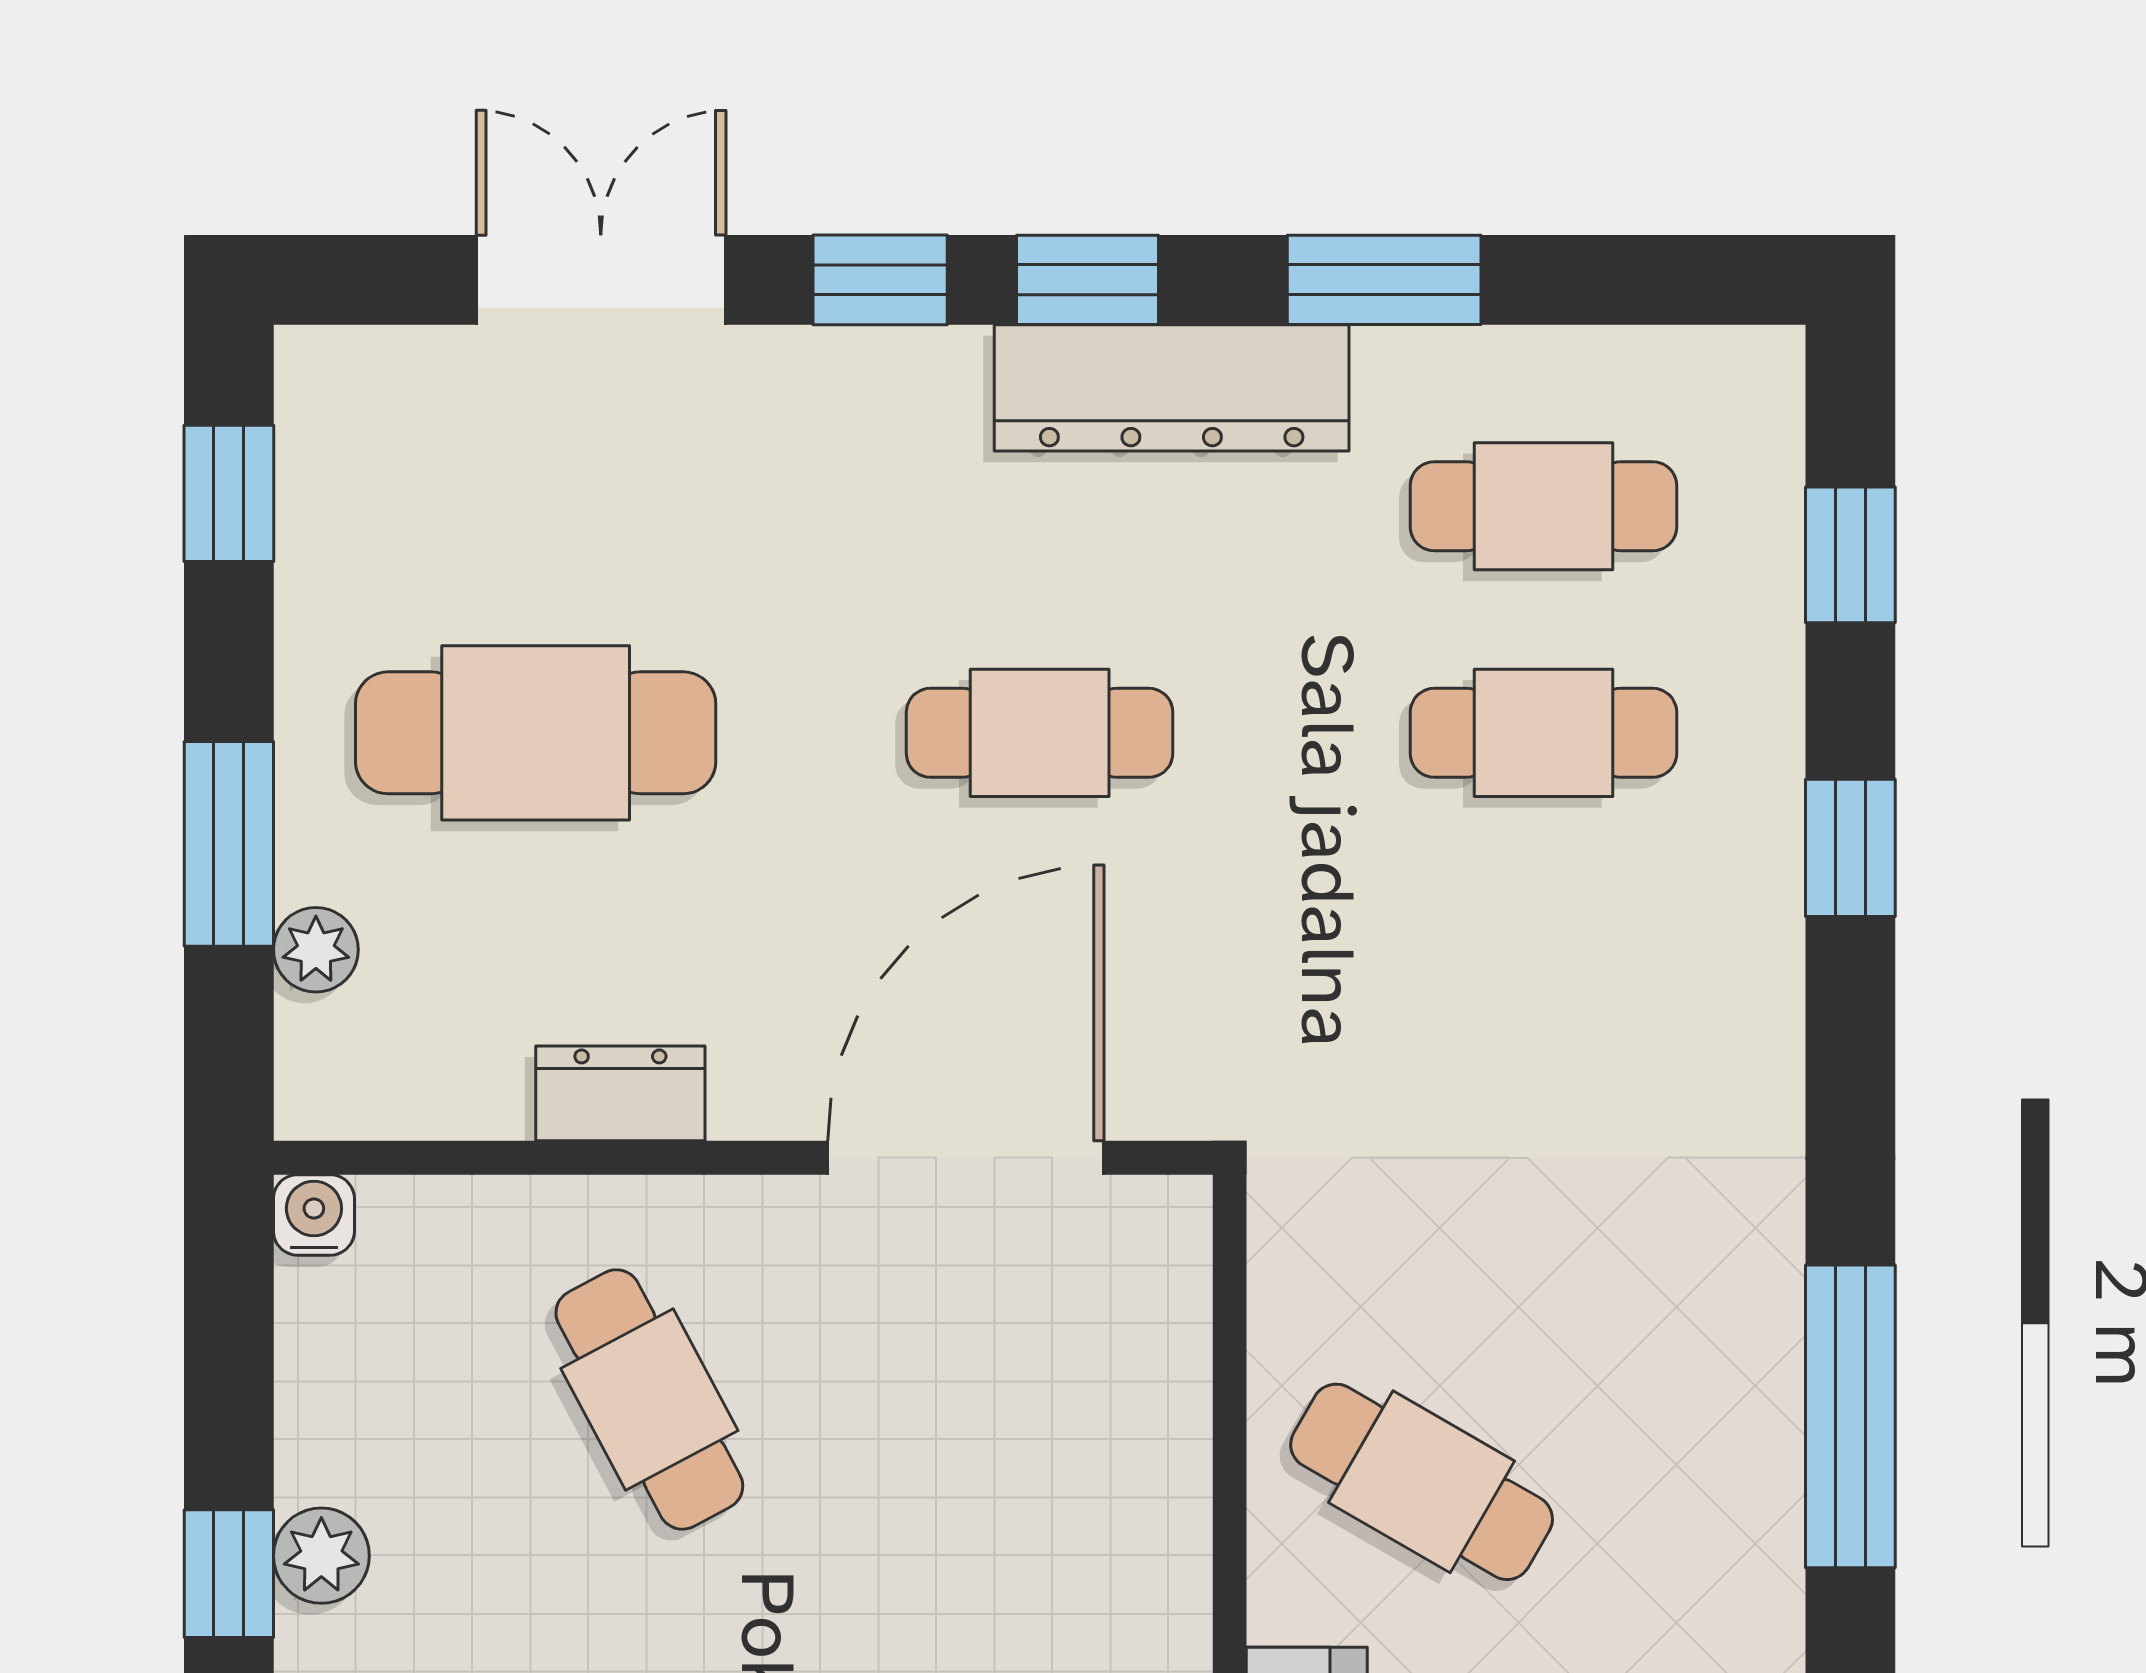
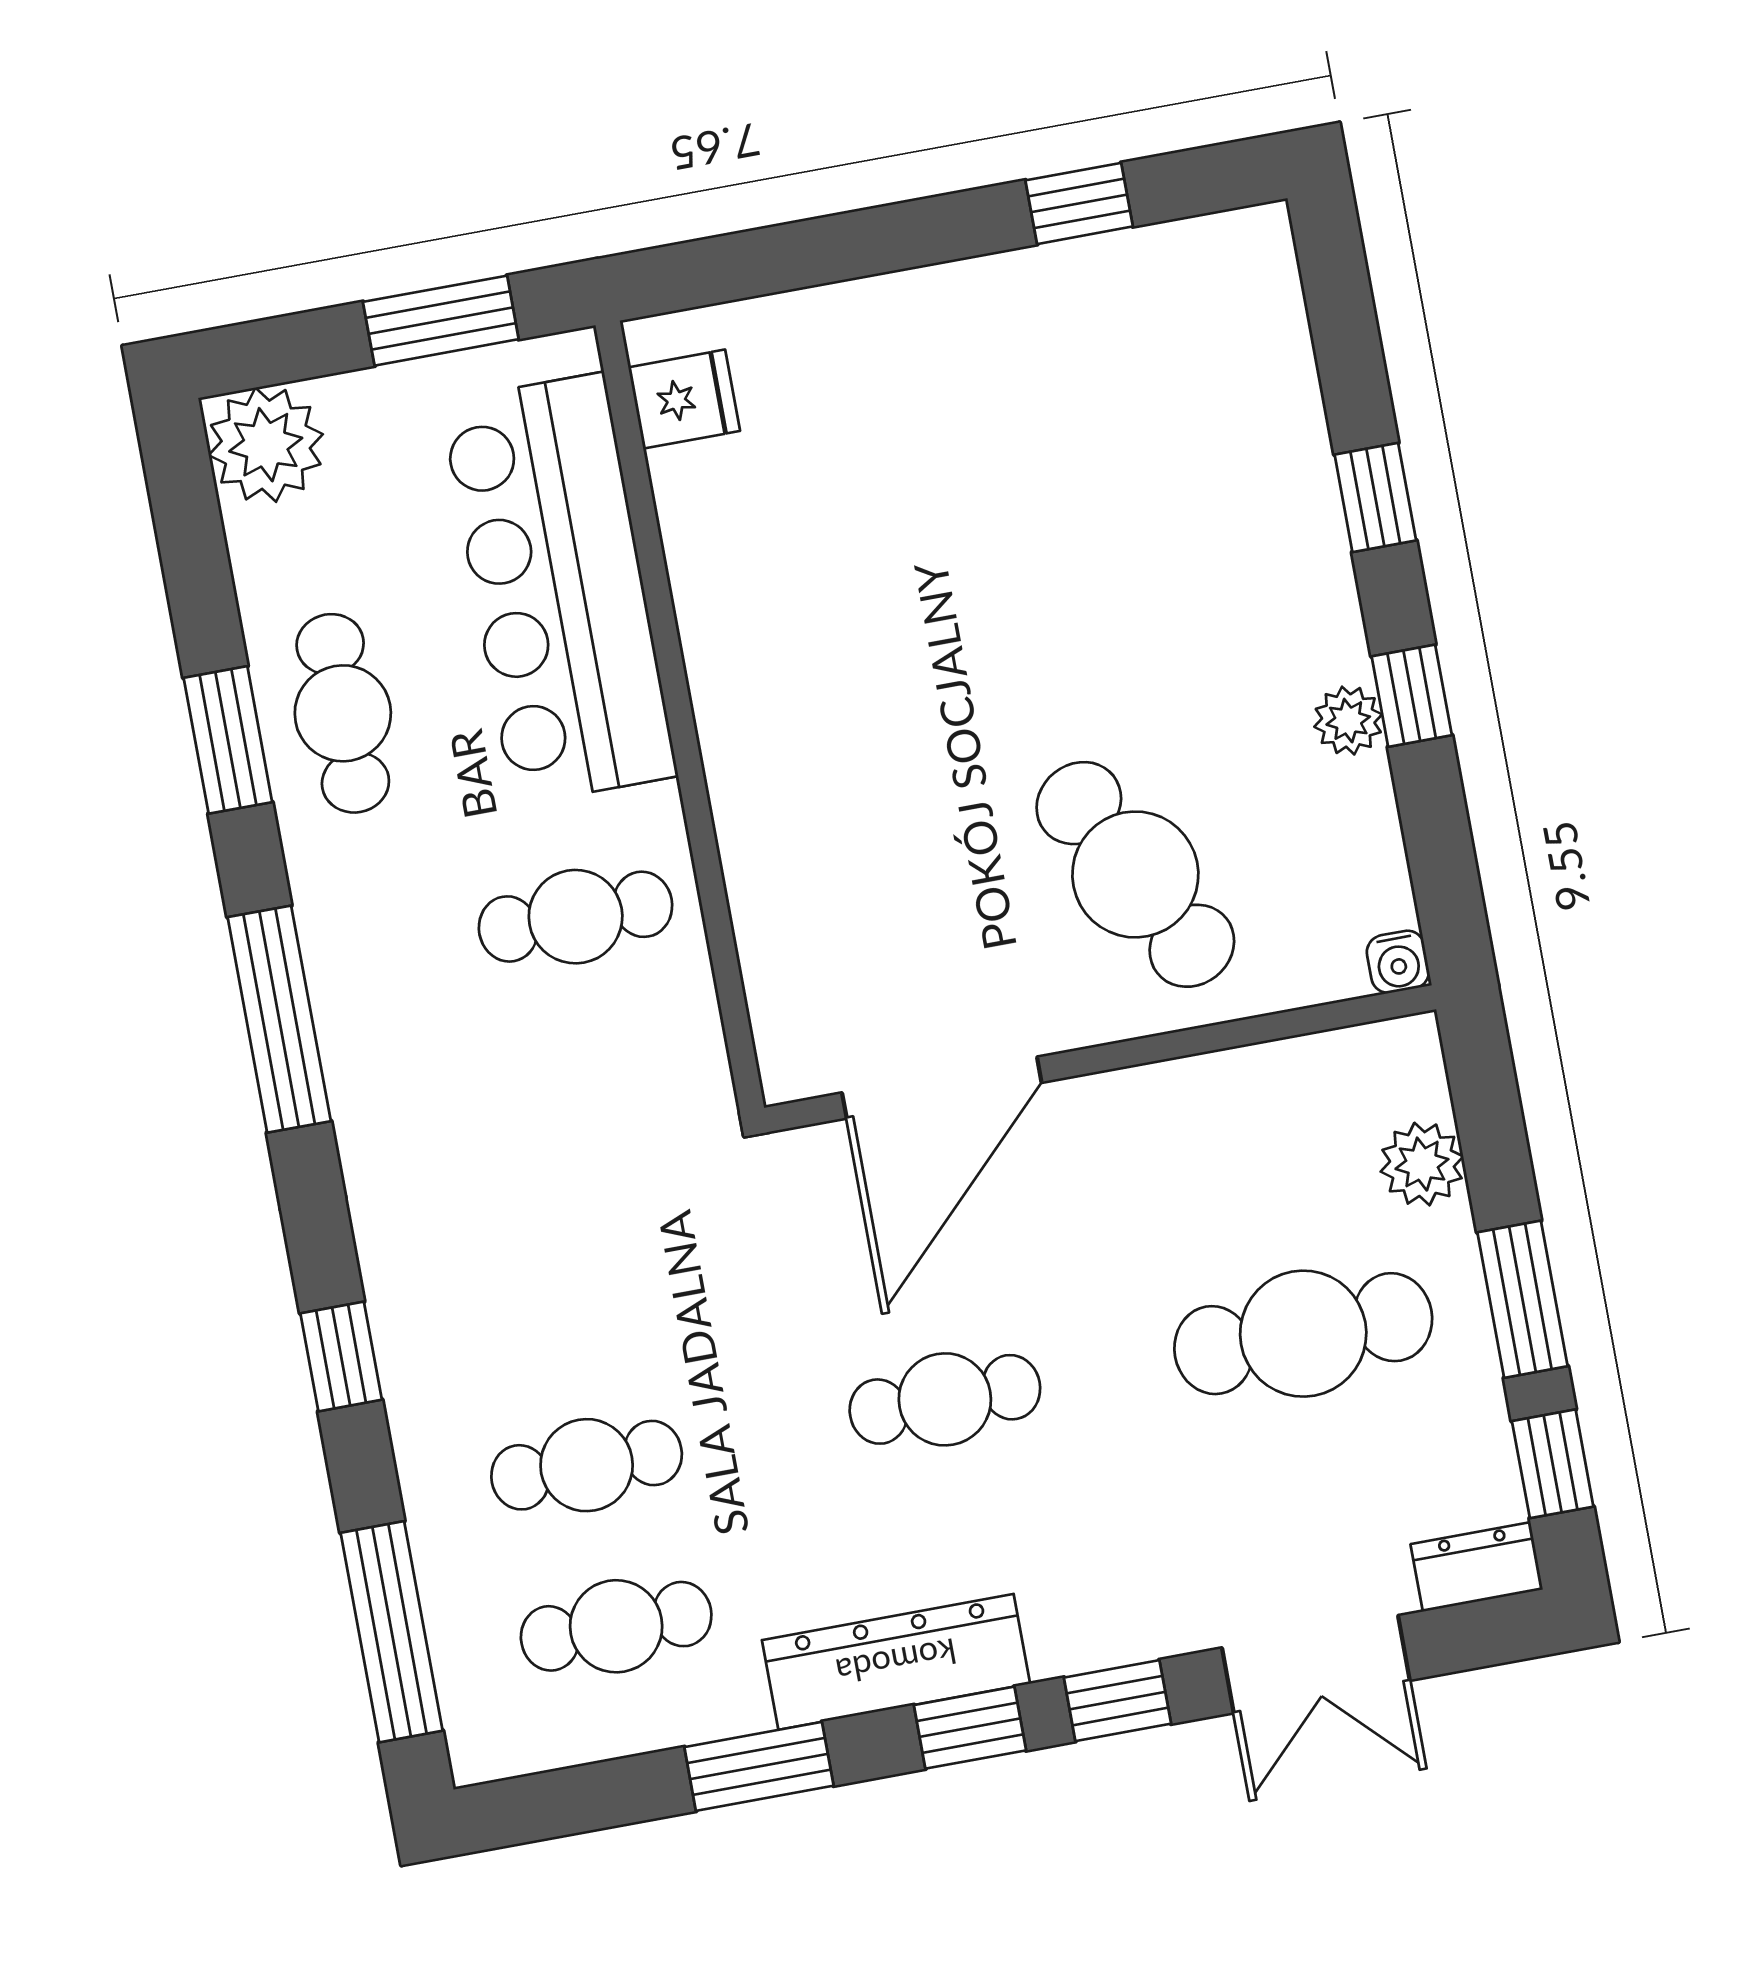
window: (1850, 555) -> (392, 1632), width x2.17
window: (229, 844) -> (1522, 1299), moved
window: (1850, 848) -> (341, 1356), moved
plant: (316, 950) -> (1422, 1164), width x1.38, depth x1.38
dresser: (620, 1093) -> (1477, 1567), moved, turned 180
cafe table: (649, 1399) -> (1135, 874), width x1.37, depth x1.35
cafe table: (1422, 1482) -> (576, 917), turned -30

